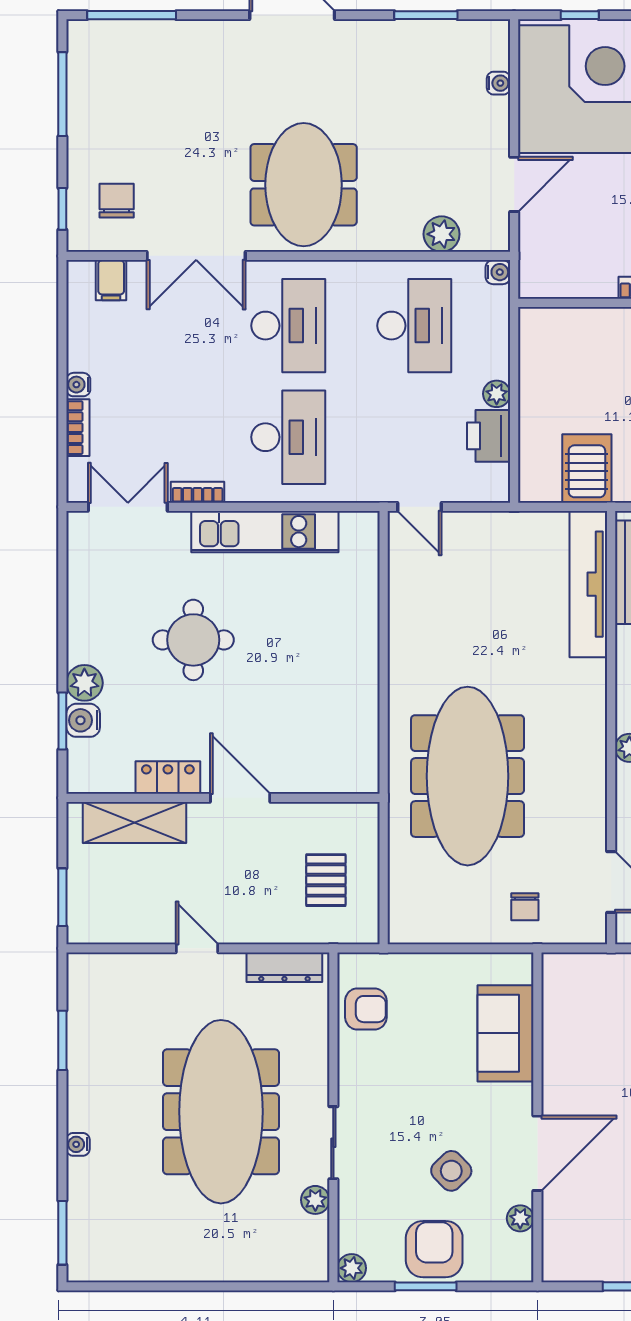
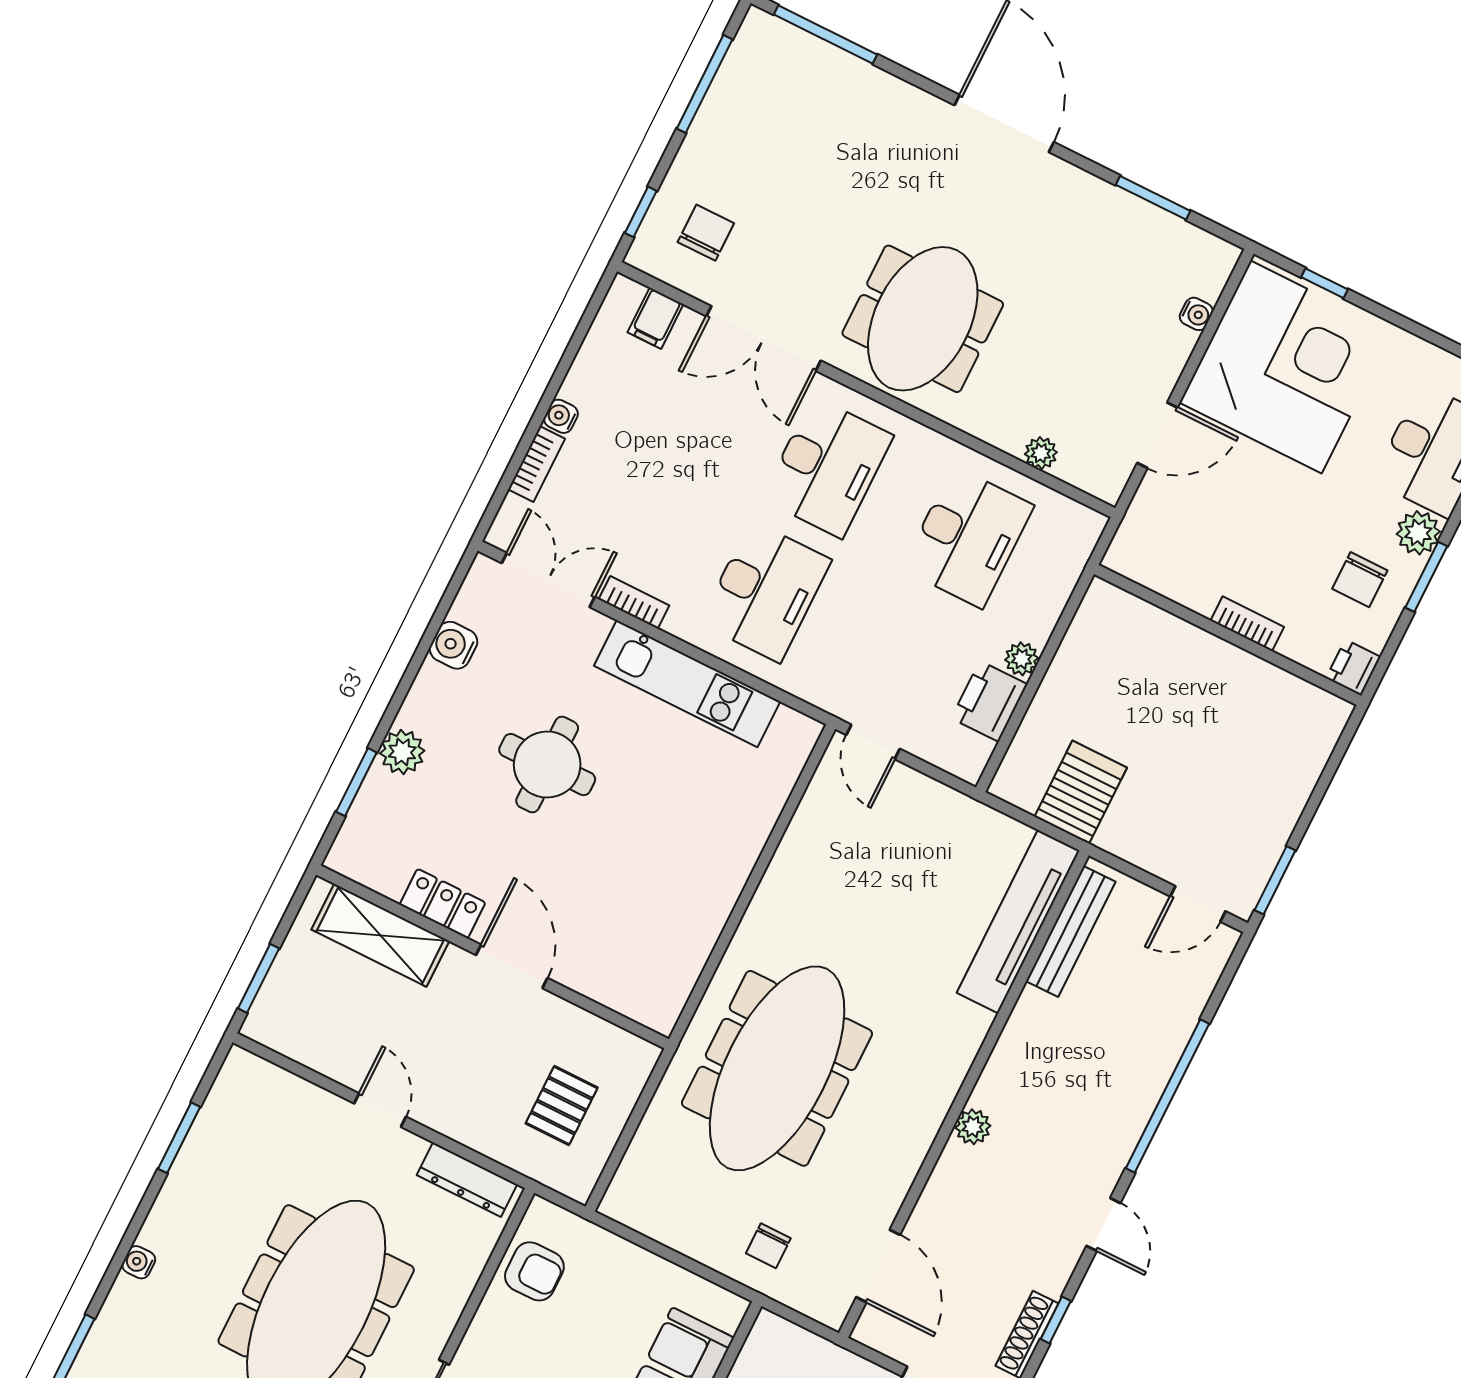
plant: (442, 234) -> (1041, 453), width x0.73, depth x0.73
water cooler: (498, 272) -> (1091, 524), removed
water cooler: (83, 720) -> (454, 645), moved

